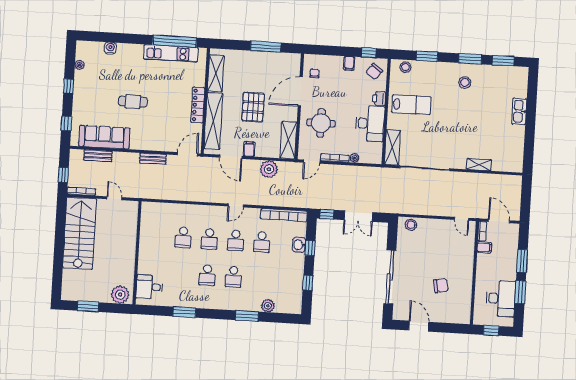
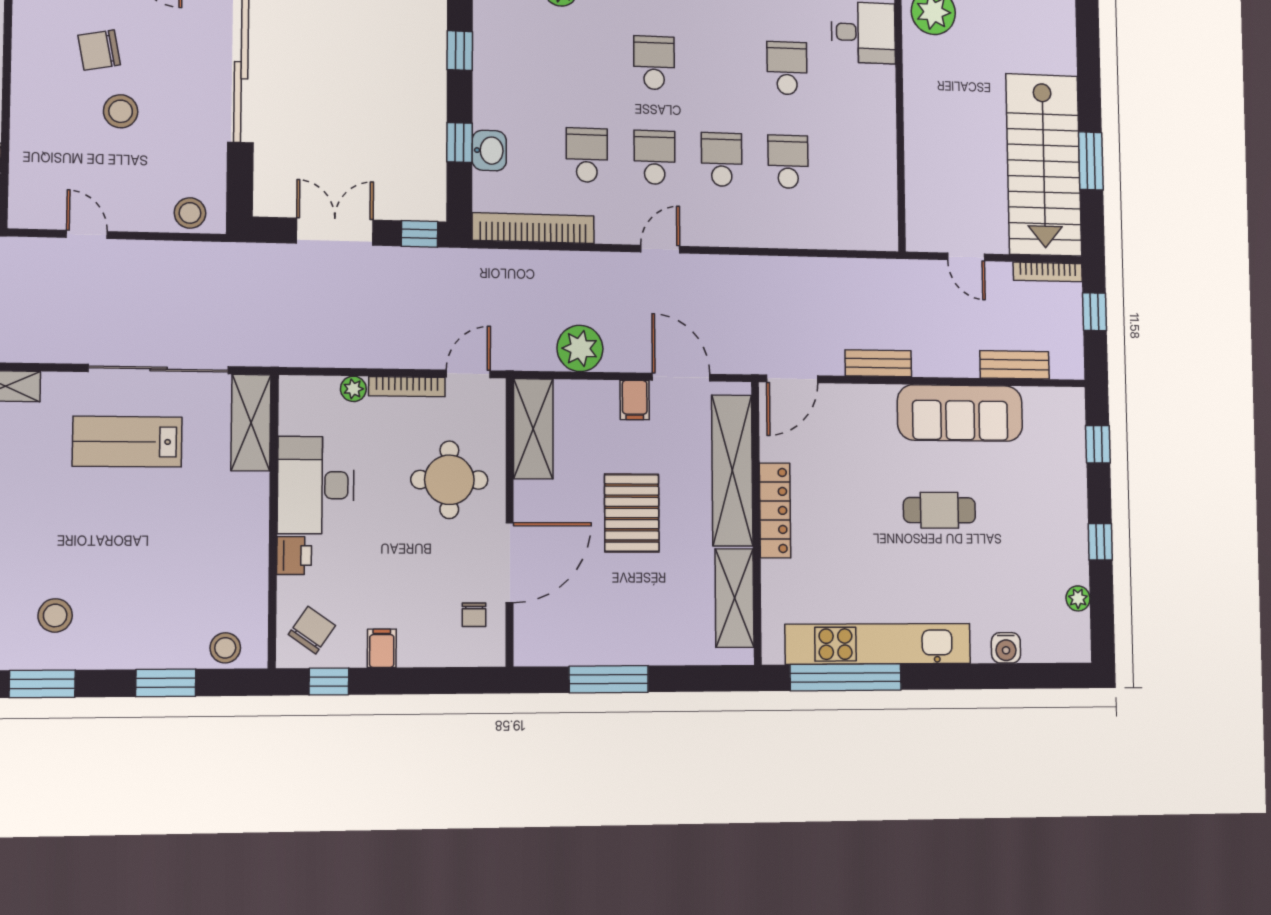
kitchen unit: (171, 53) -> (878, 644), width x1.36
lab bench: (411, 105) -> (127, 442), moved
sofa: (104, 137) -> (960, 413), moved
door: (462, 219) -> (87, 234), moved
window: (60, 234) -> (1091, 161), added
stool: (434, 263) -> (121, 111), added
school desk: (207, 275) -> (787, 68), moved

